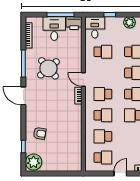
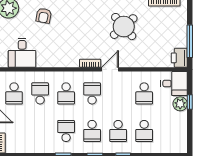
plant: (129, 22) -> (180, 104), moved
desk: (54, 29) -> (22, 53), moved, turned 90

